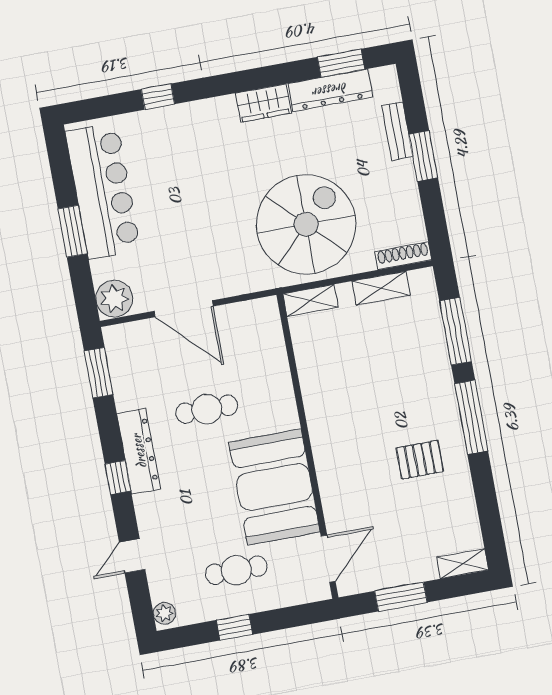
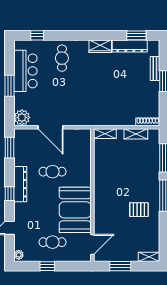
window: (158, 97) -> (37, 35), moved
cafe table: (181, 146) -> (62, 58), added
bar counter: (103, 191) -> (25, 71), width x0.73
spiral stairs: (306, 224) -> (109, 101), removed

